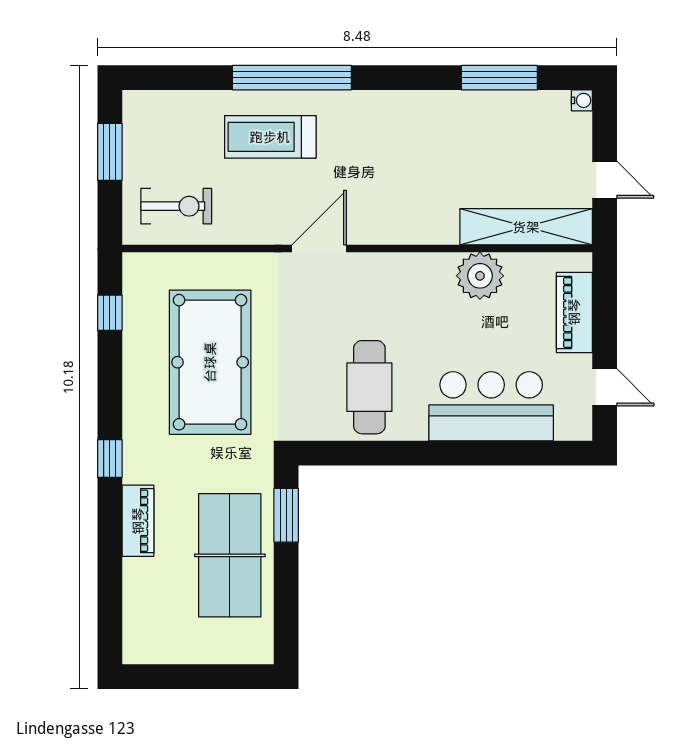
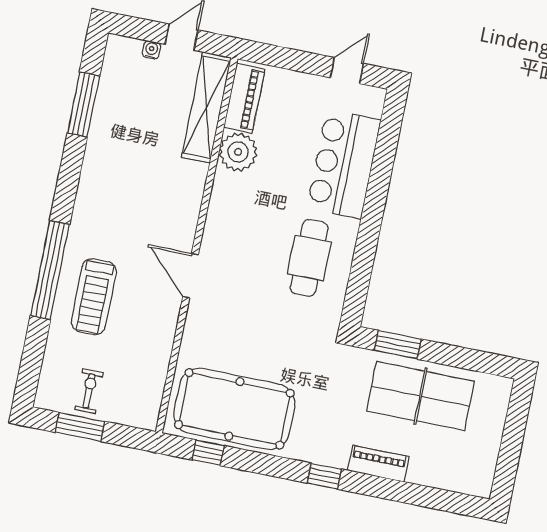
water cooler: (582, 100) -> (151, 50), moved
exercise bike: (176, 206) -> (89, 391), moved, width x0.73, depth x0.72
piano: (574, 312) -> (244, 98), moved, turned -90
pool table: (210, 362) -> (234, 409), moved
cafe table: (369, 387) -> (309, 258), turned 90

